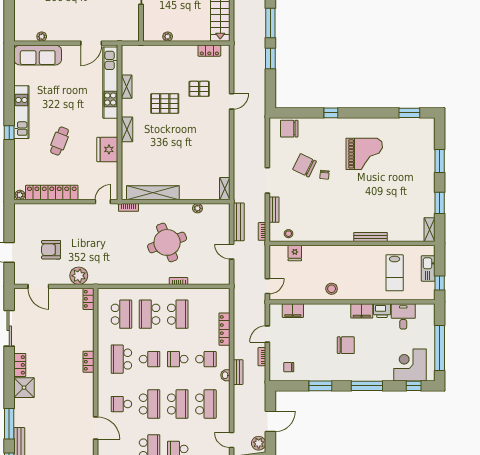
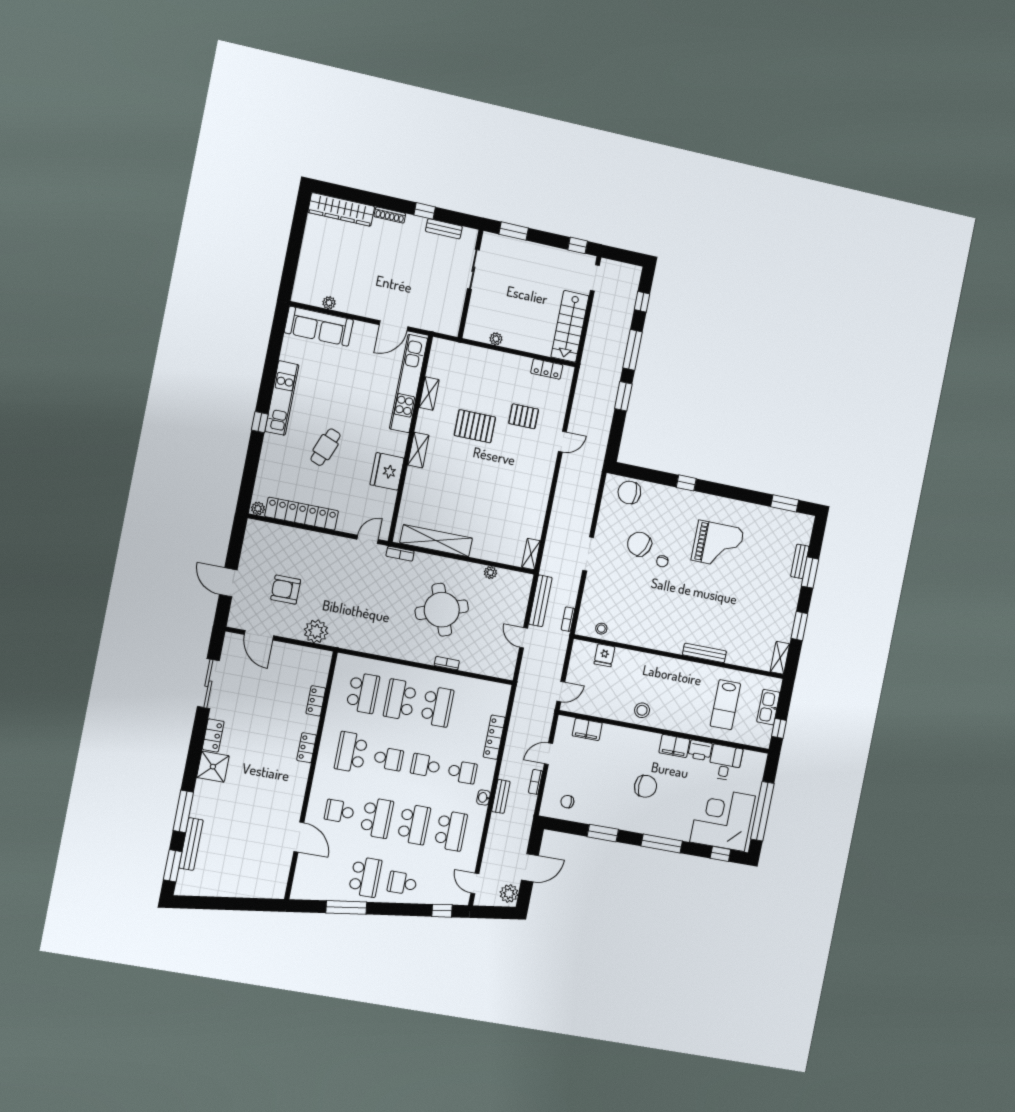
bench: (274, 210) -> (800, 561), moved
locker: (88, 299) -> (316, 701), moved
corner desk: (410, 365) -> (723, 819), width x1.36, depth x1.36

